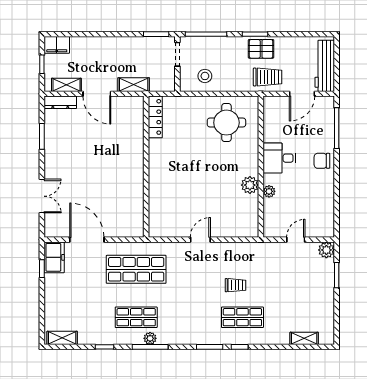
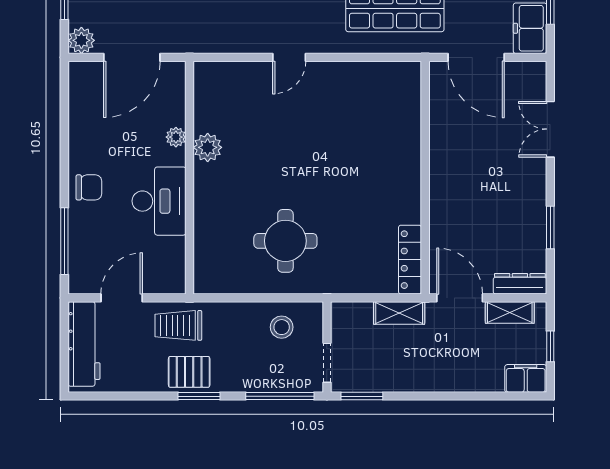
locker: (155, 117) -> (410, 260), moved
round table: (226, 123) -> (285, 241), moved
desk: (279, 158) -> (159, 201), width x1.37
wall: (146, 167) -> (425, 178), moved
door: (296, 240) -> (132, 57), width x1.87

